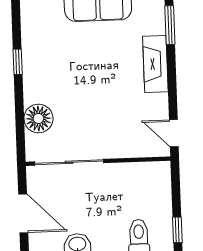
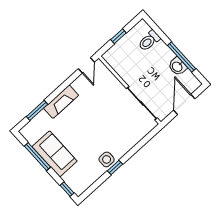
side table: (36, 60) -> (107, 159), added
floor lamp: (38, 118) -> (133, 135), removed
window: (177, 230) -> (118, 36), moved

